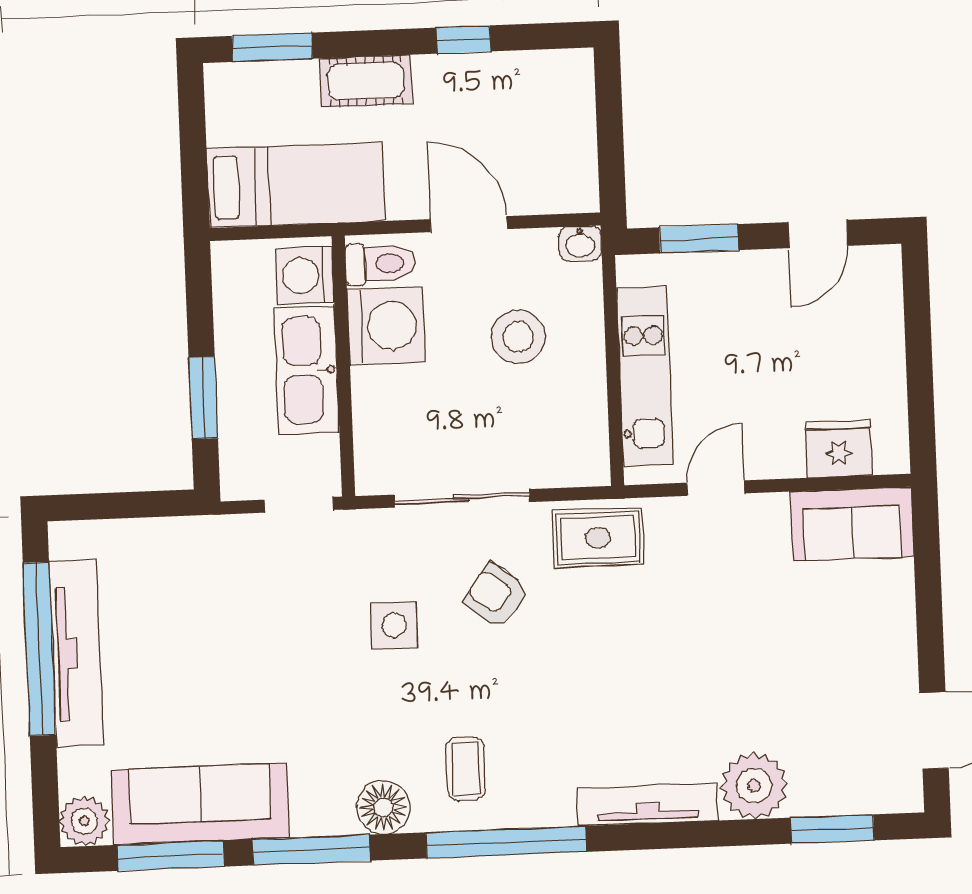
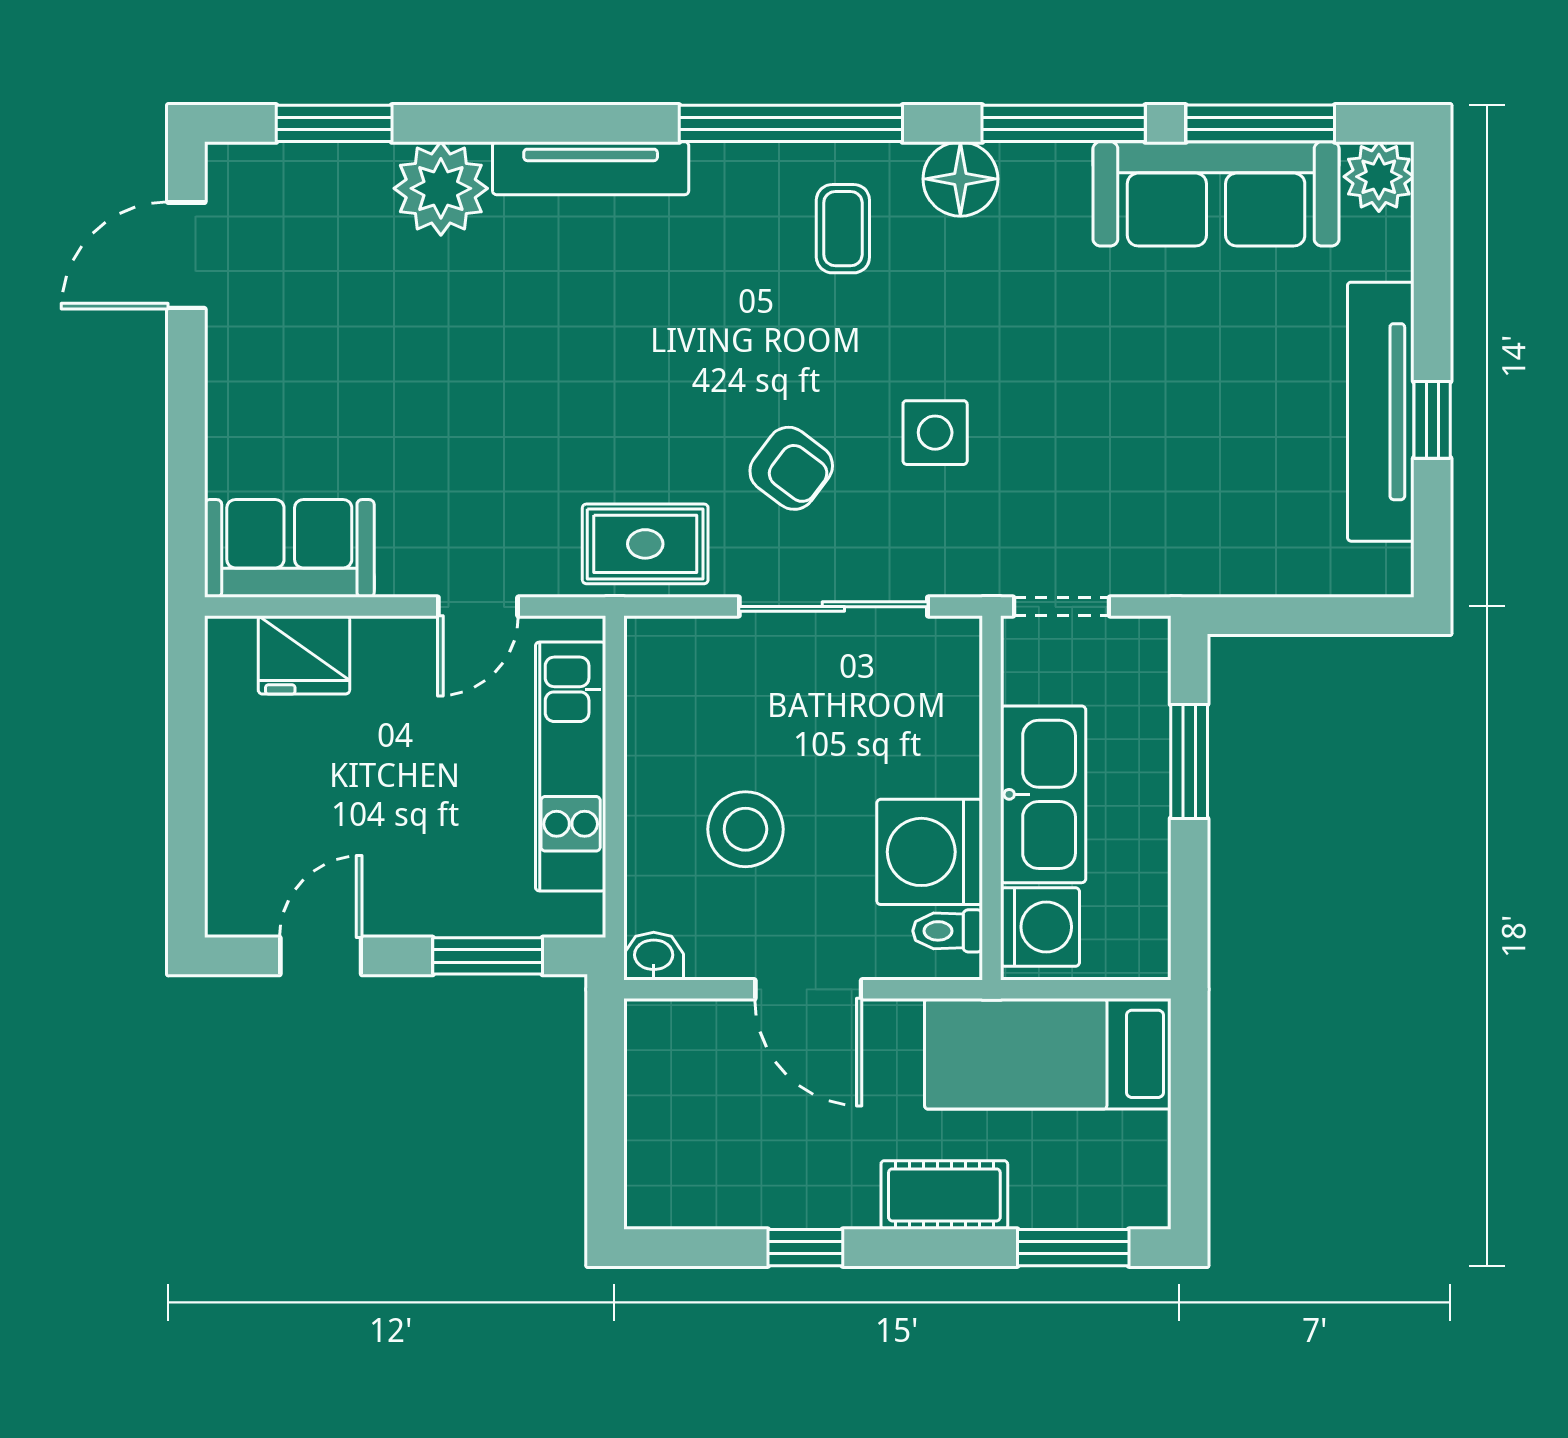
toilet: (380, 264) -> (948, 931), width x0.73, depth x0.72
window: (39, 649) -> (1432, 420), width x0.32

